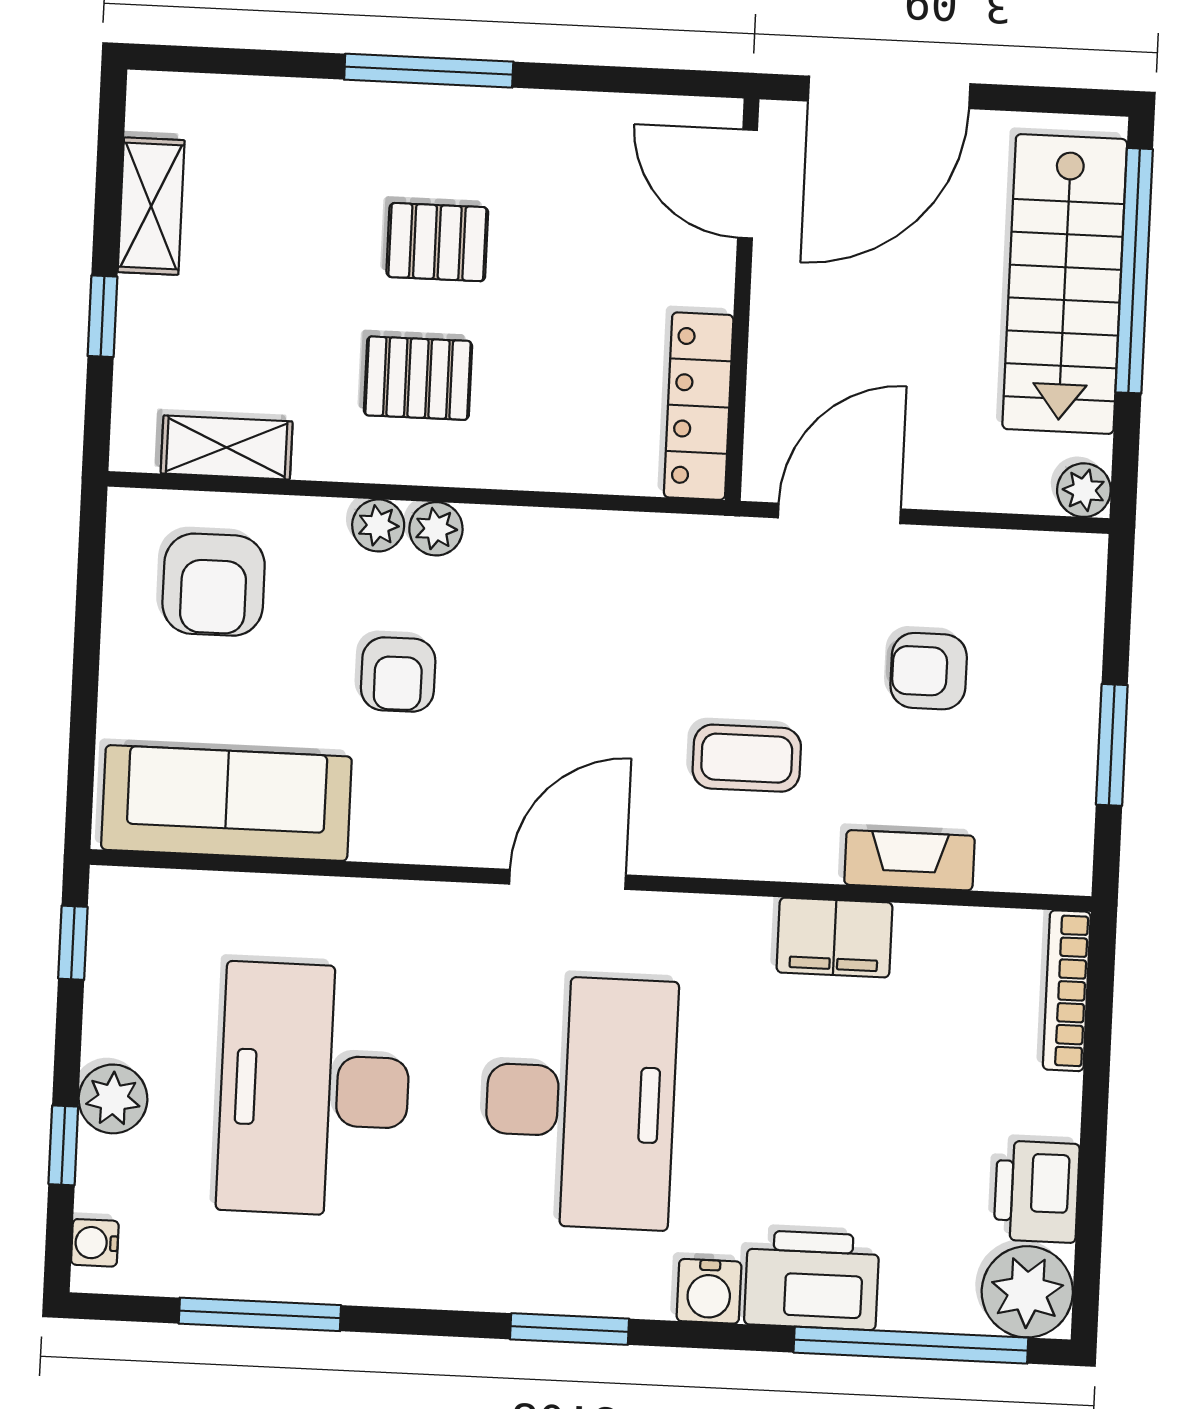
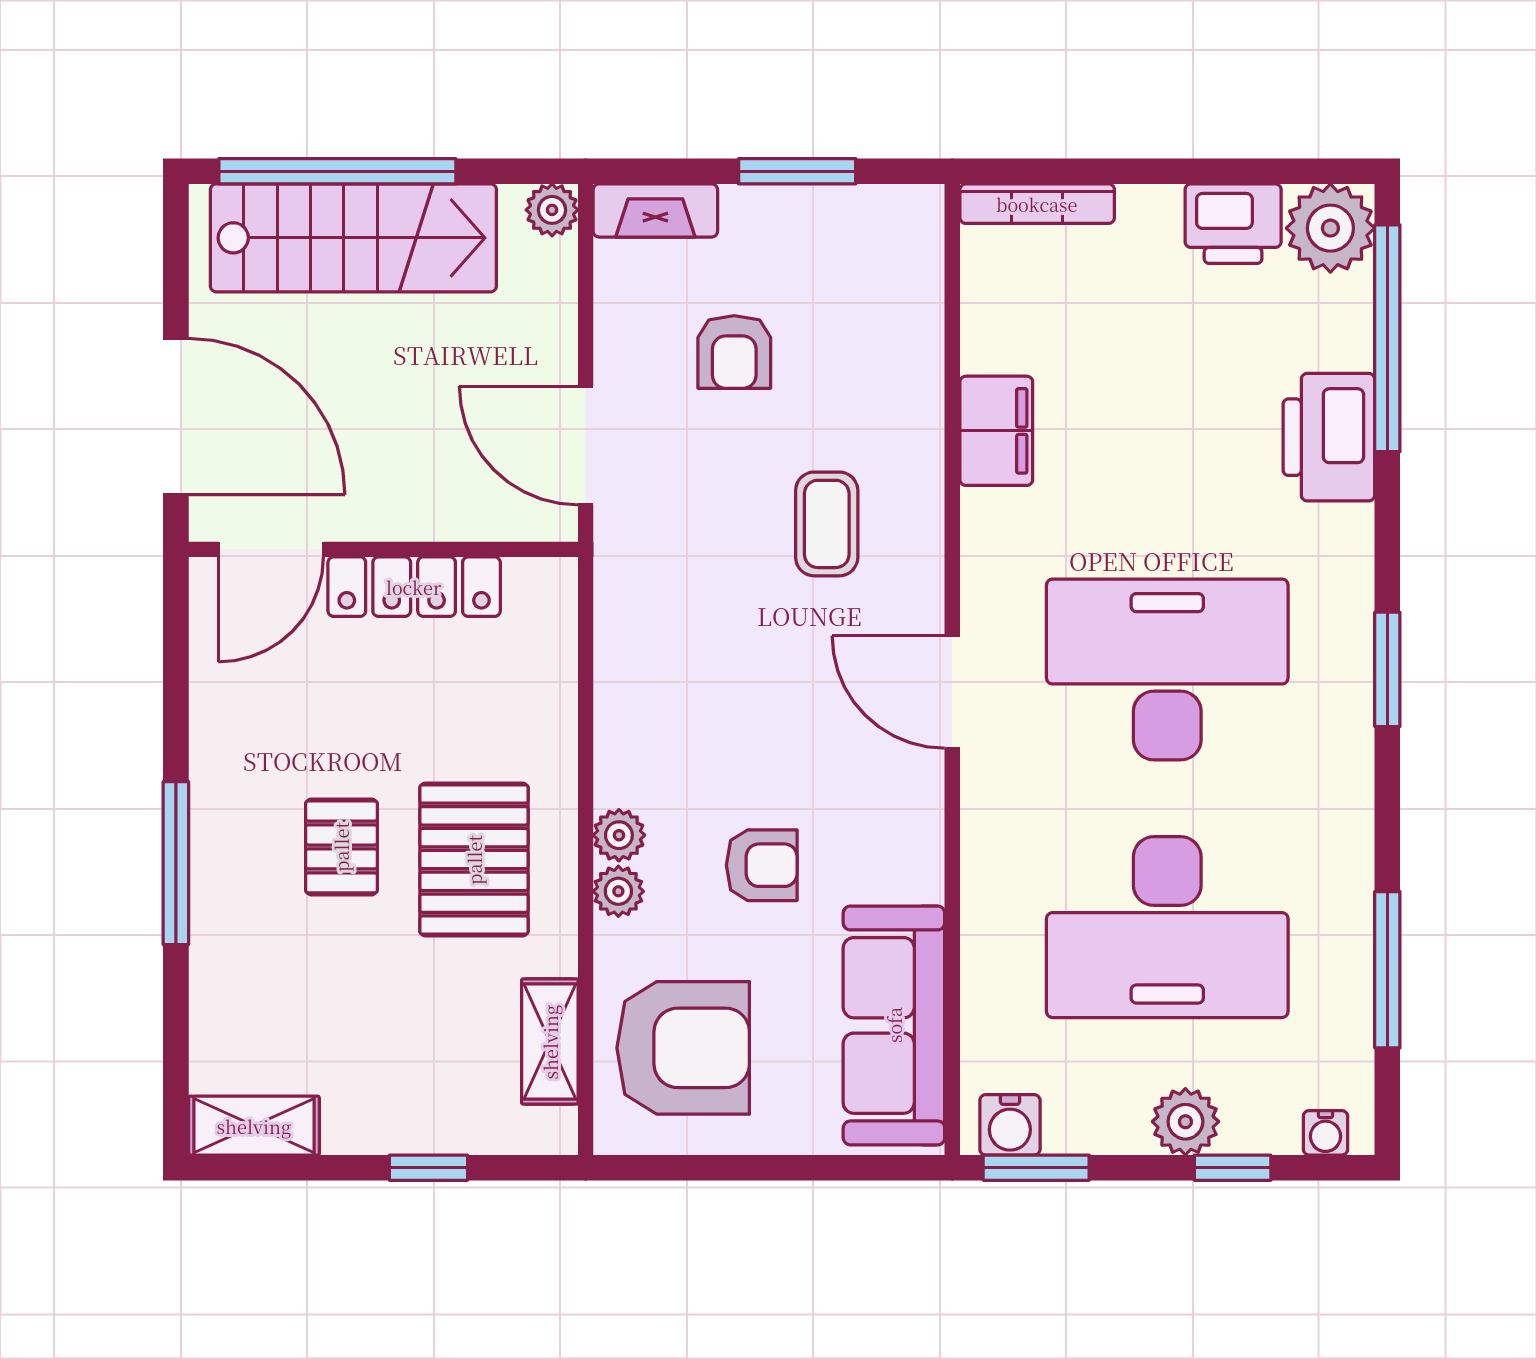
shelving: (151, 206) -> (254, 1126), moved
pallet: (418, 378) -> (474, 860), width x1.50, depth x1.42
locker: (699, 406) -> (414, 587), moved
armchair: (214, 585) -> (683, 1048), width x1.36, depth x1.36
fireplace: (909, 860) -> (655, 210), moved, turned -90
window: (73, 943) -> (1036, 1168), width x1.50
water cooler: (709, 1291) -> (1010, 1125), moved, turned 90

